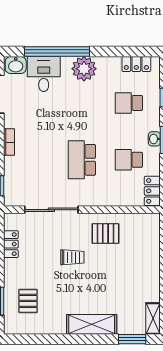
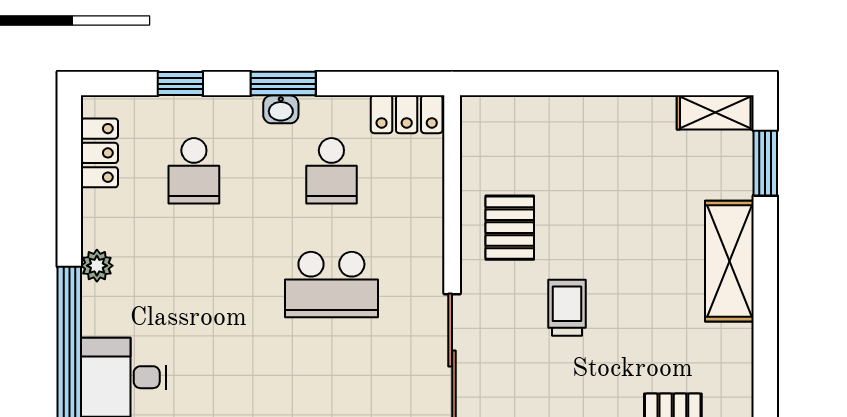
plant: (84, 69) -> (97, 266), width x0.53, depth x0.53

